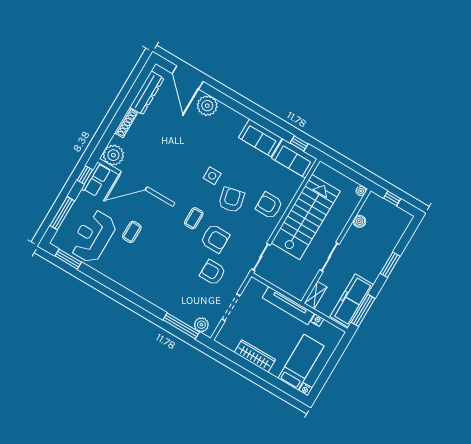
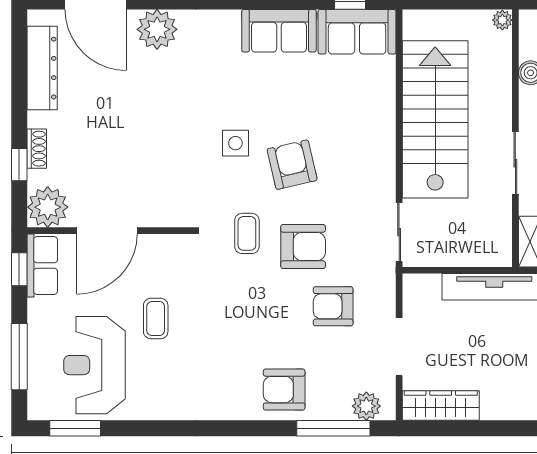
shoe rack: (126, 123) -> (37, 149), width x0.70
window: (112, 129) -> (19, 165), added
armchair: (269, 205) -> (284, 390), moved
wardrobe: (255, 356) -> (441, 405), moved

